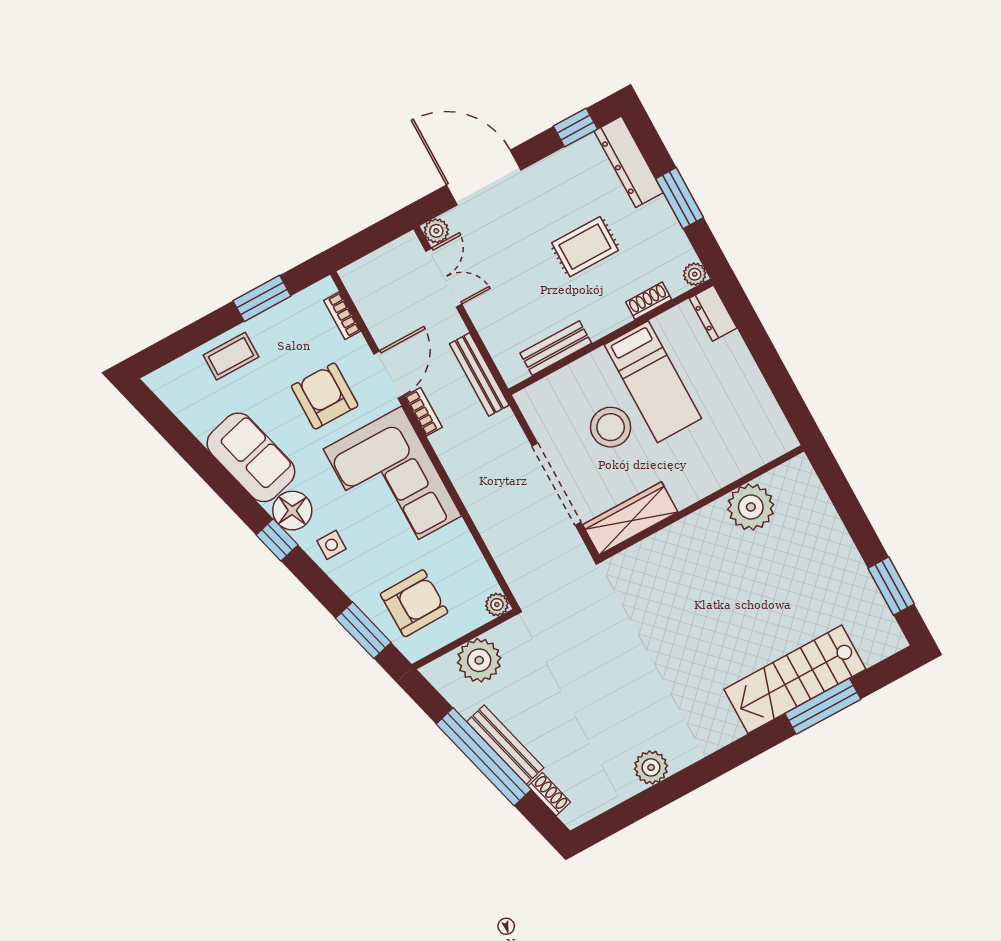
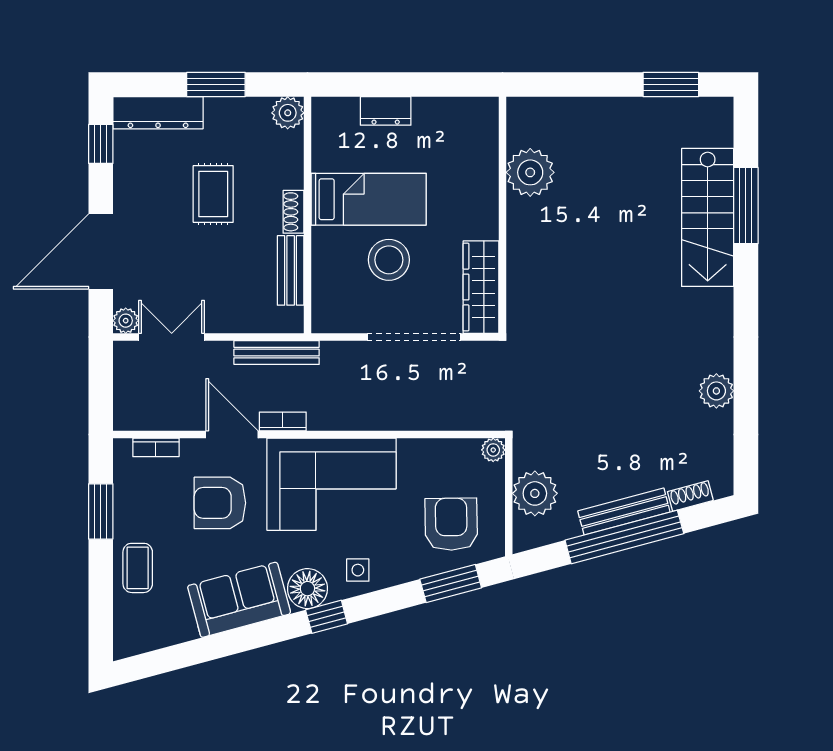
plant: (695, 274) -> (288, 113), width x1.38, depth x1.38
shoe rack: (649, 301) -> (293, 212), moved
dresser: (713, 313) -> (386, 111), moved

